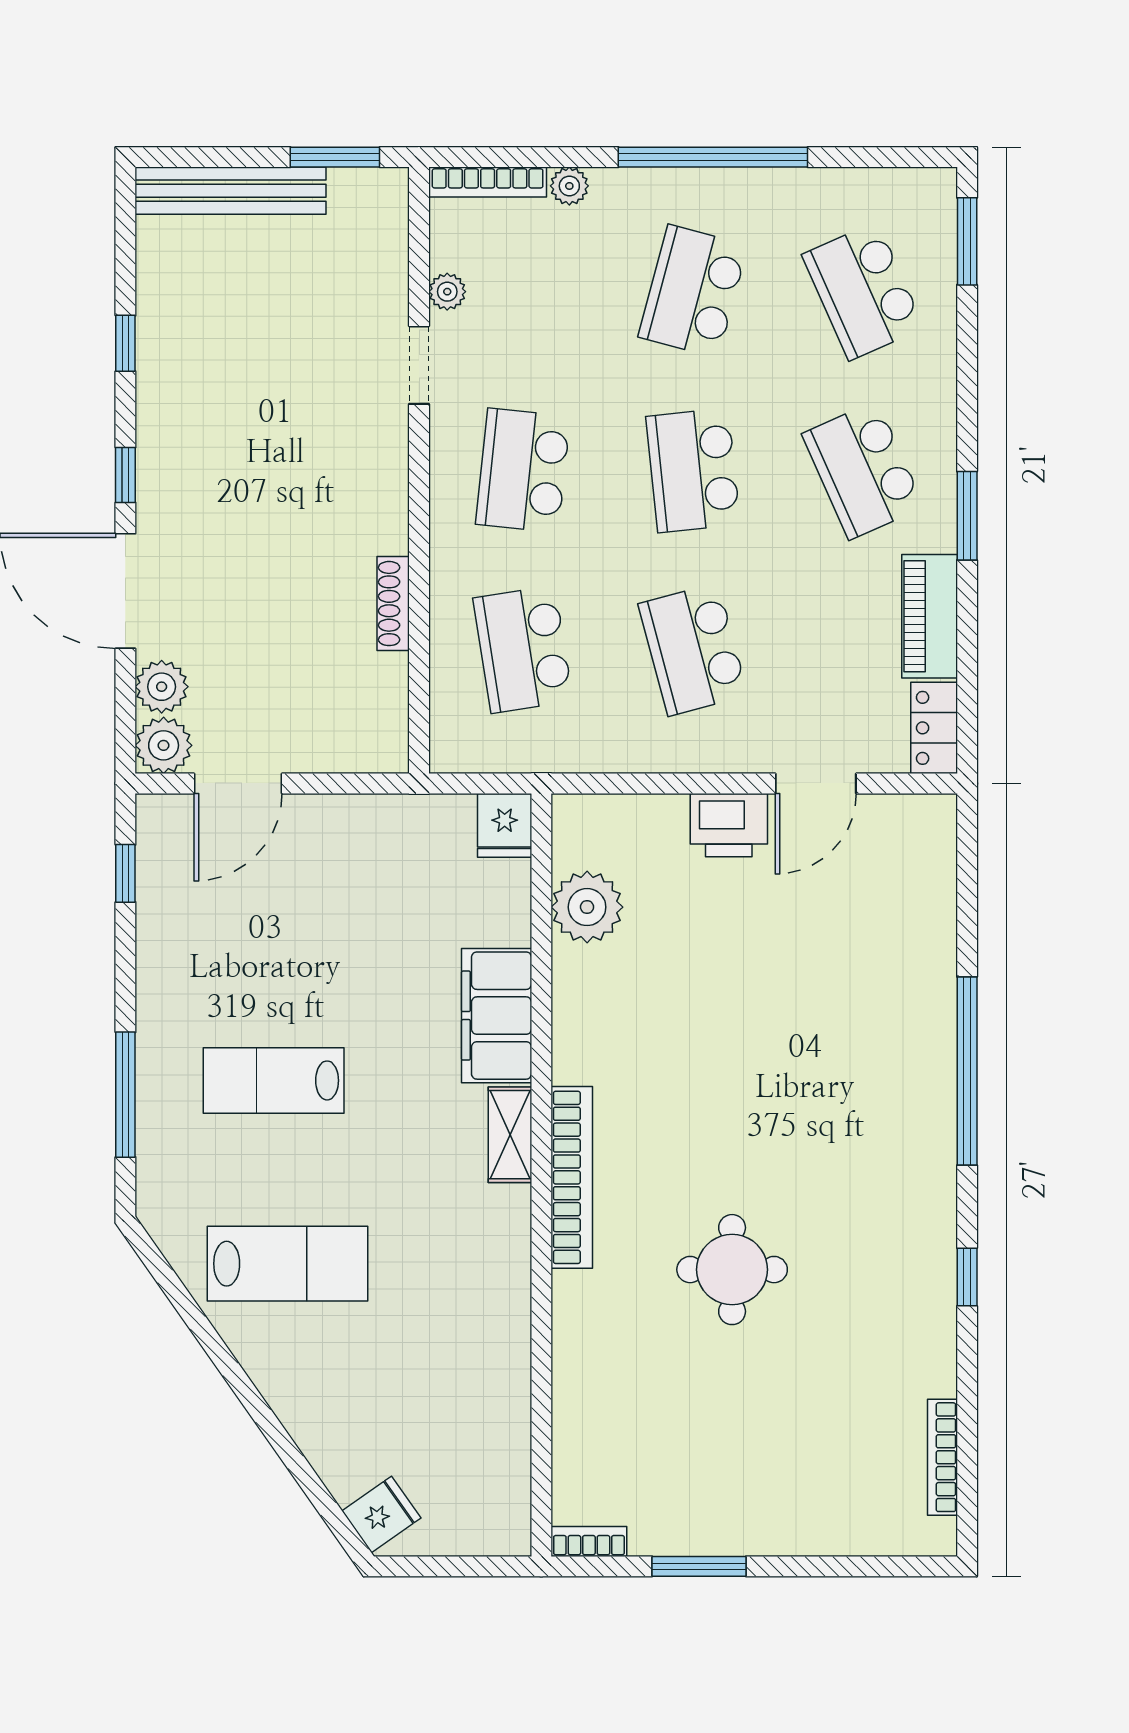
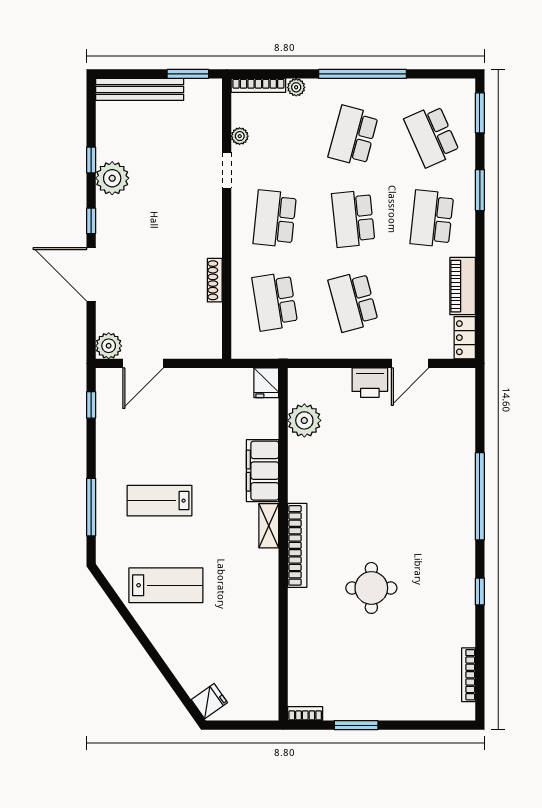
school desk: (863, 470) -> (432, 219), turned 30
window: (967, 516) -> (480, 190), moved
plant: (162, 687) -> (112, 178), moved, width x1.36, depth x1.36

